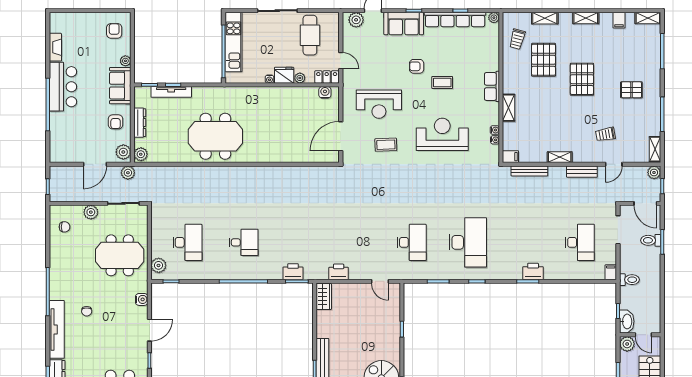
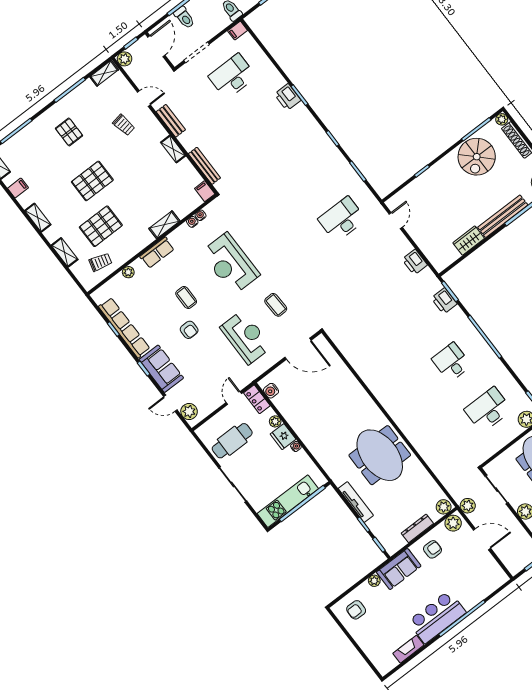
plant: (494, 18) -> (128, 272), moved
tv unit: (171, 92) -> (356, 502), moved
desk: (468, 242) -> (305, 172), removed
wardrobe: (324, 297) -> (469, 241), moved

